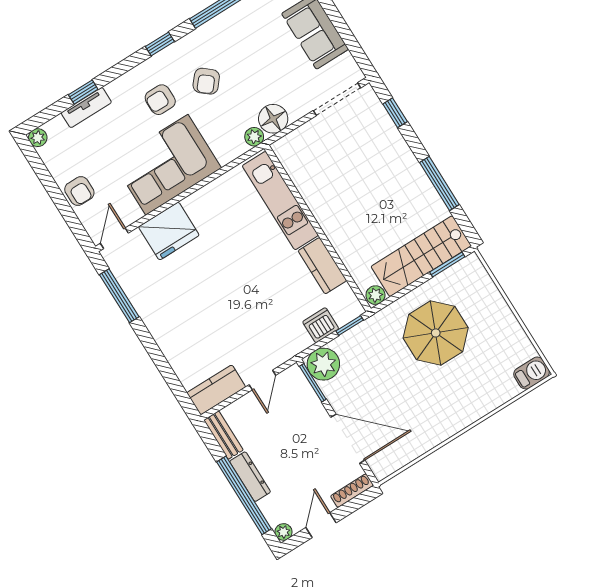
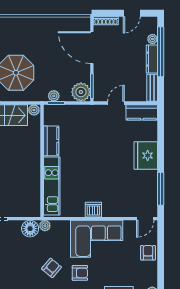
fridge: (169, 231) -> (146, 156), moved, turned -90
dishwasher: (321, 325) -> (93, 210), moved, turned 180
plant: (359, 334) -> (54, 96), added
plant: (283, 532) -> (152, 39), moved

